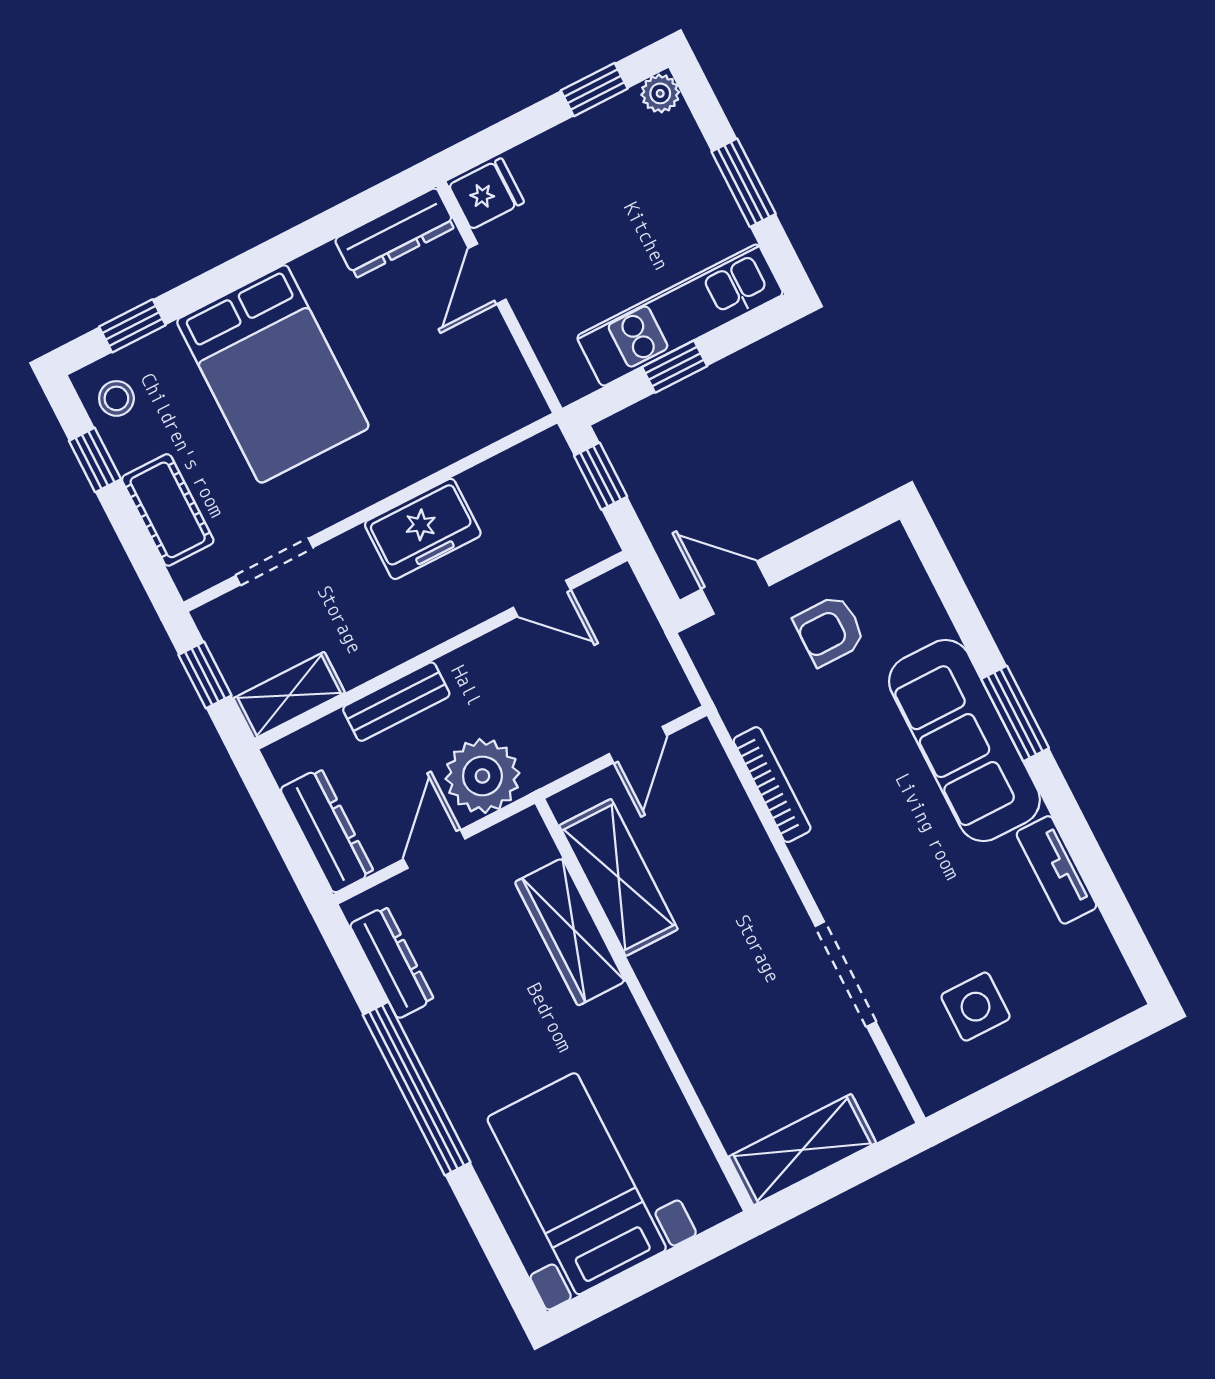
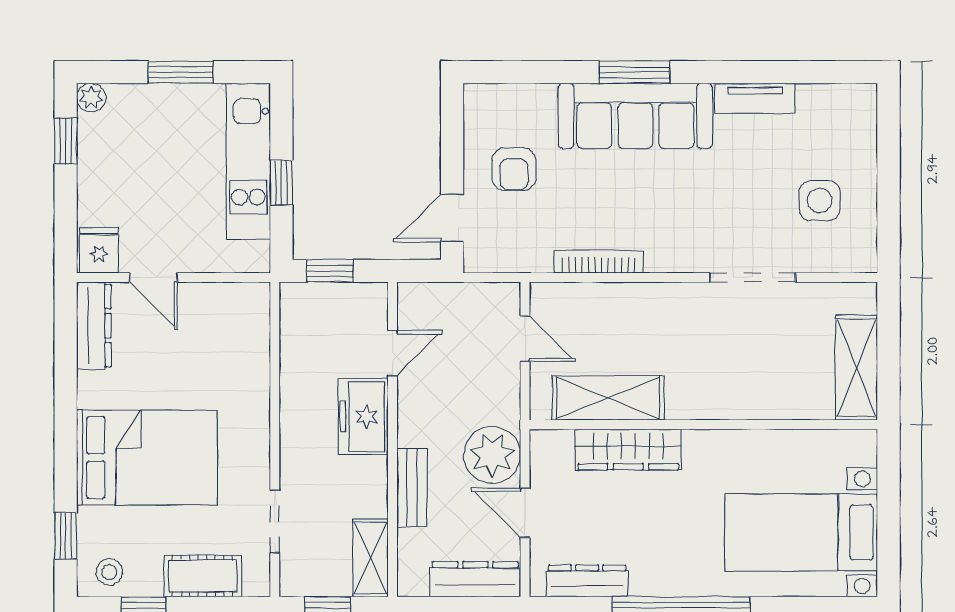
freezer: (423, 529) -> (363, 417), moved, turned 180

